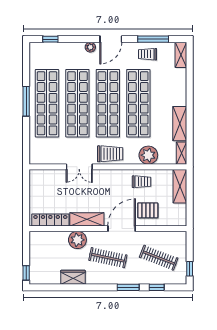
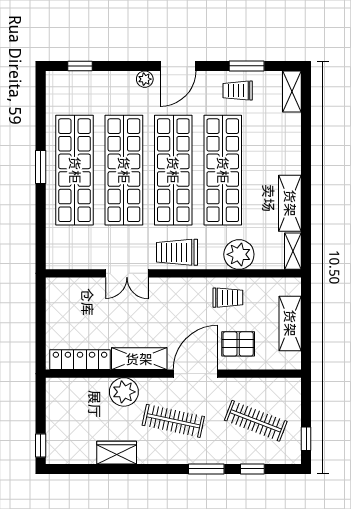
window: (153, 39) -> (247, 66), width x0.69
window: (26, 101) -> (41, 167), width x0.69
trolley: (110, 154) -> (177, 252), turned 180
shelving: (180, 186) -> (290, 323), moved

